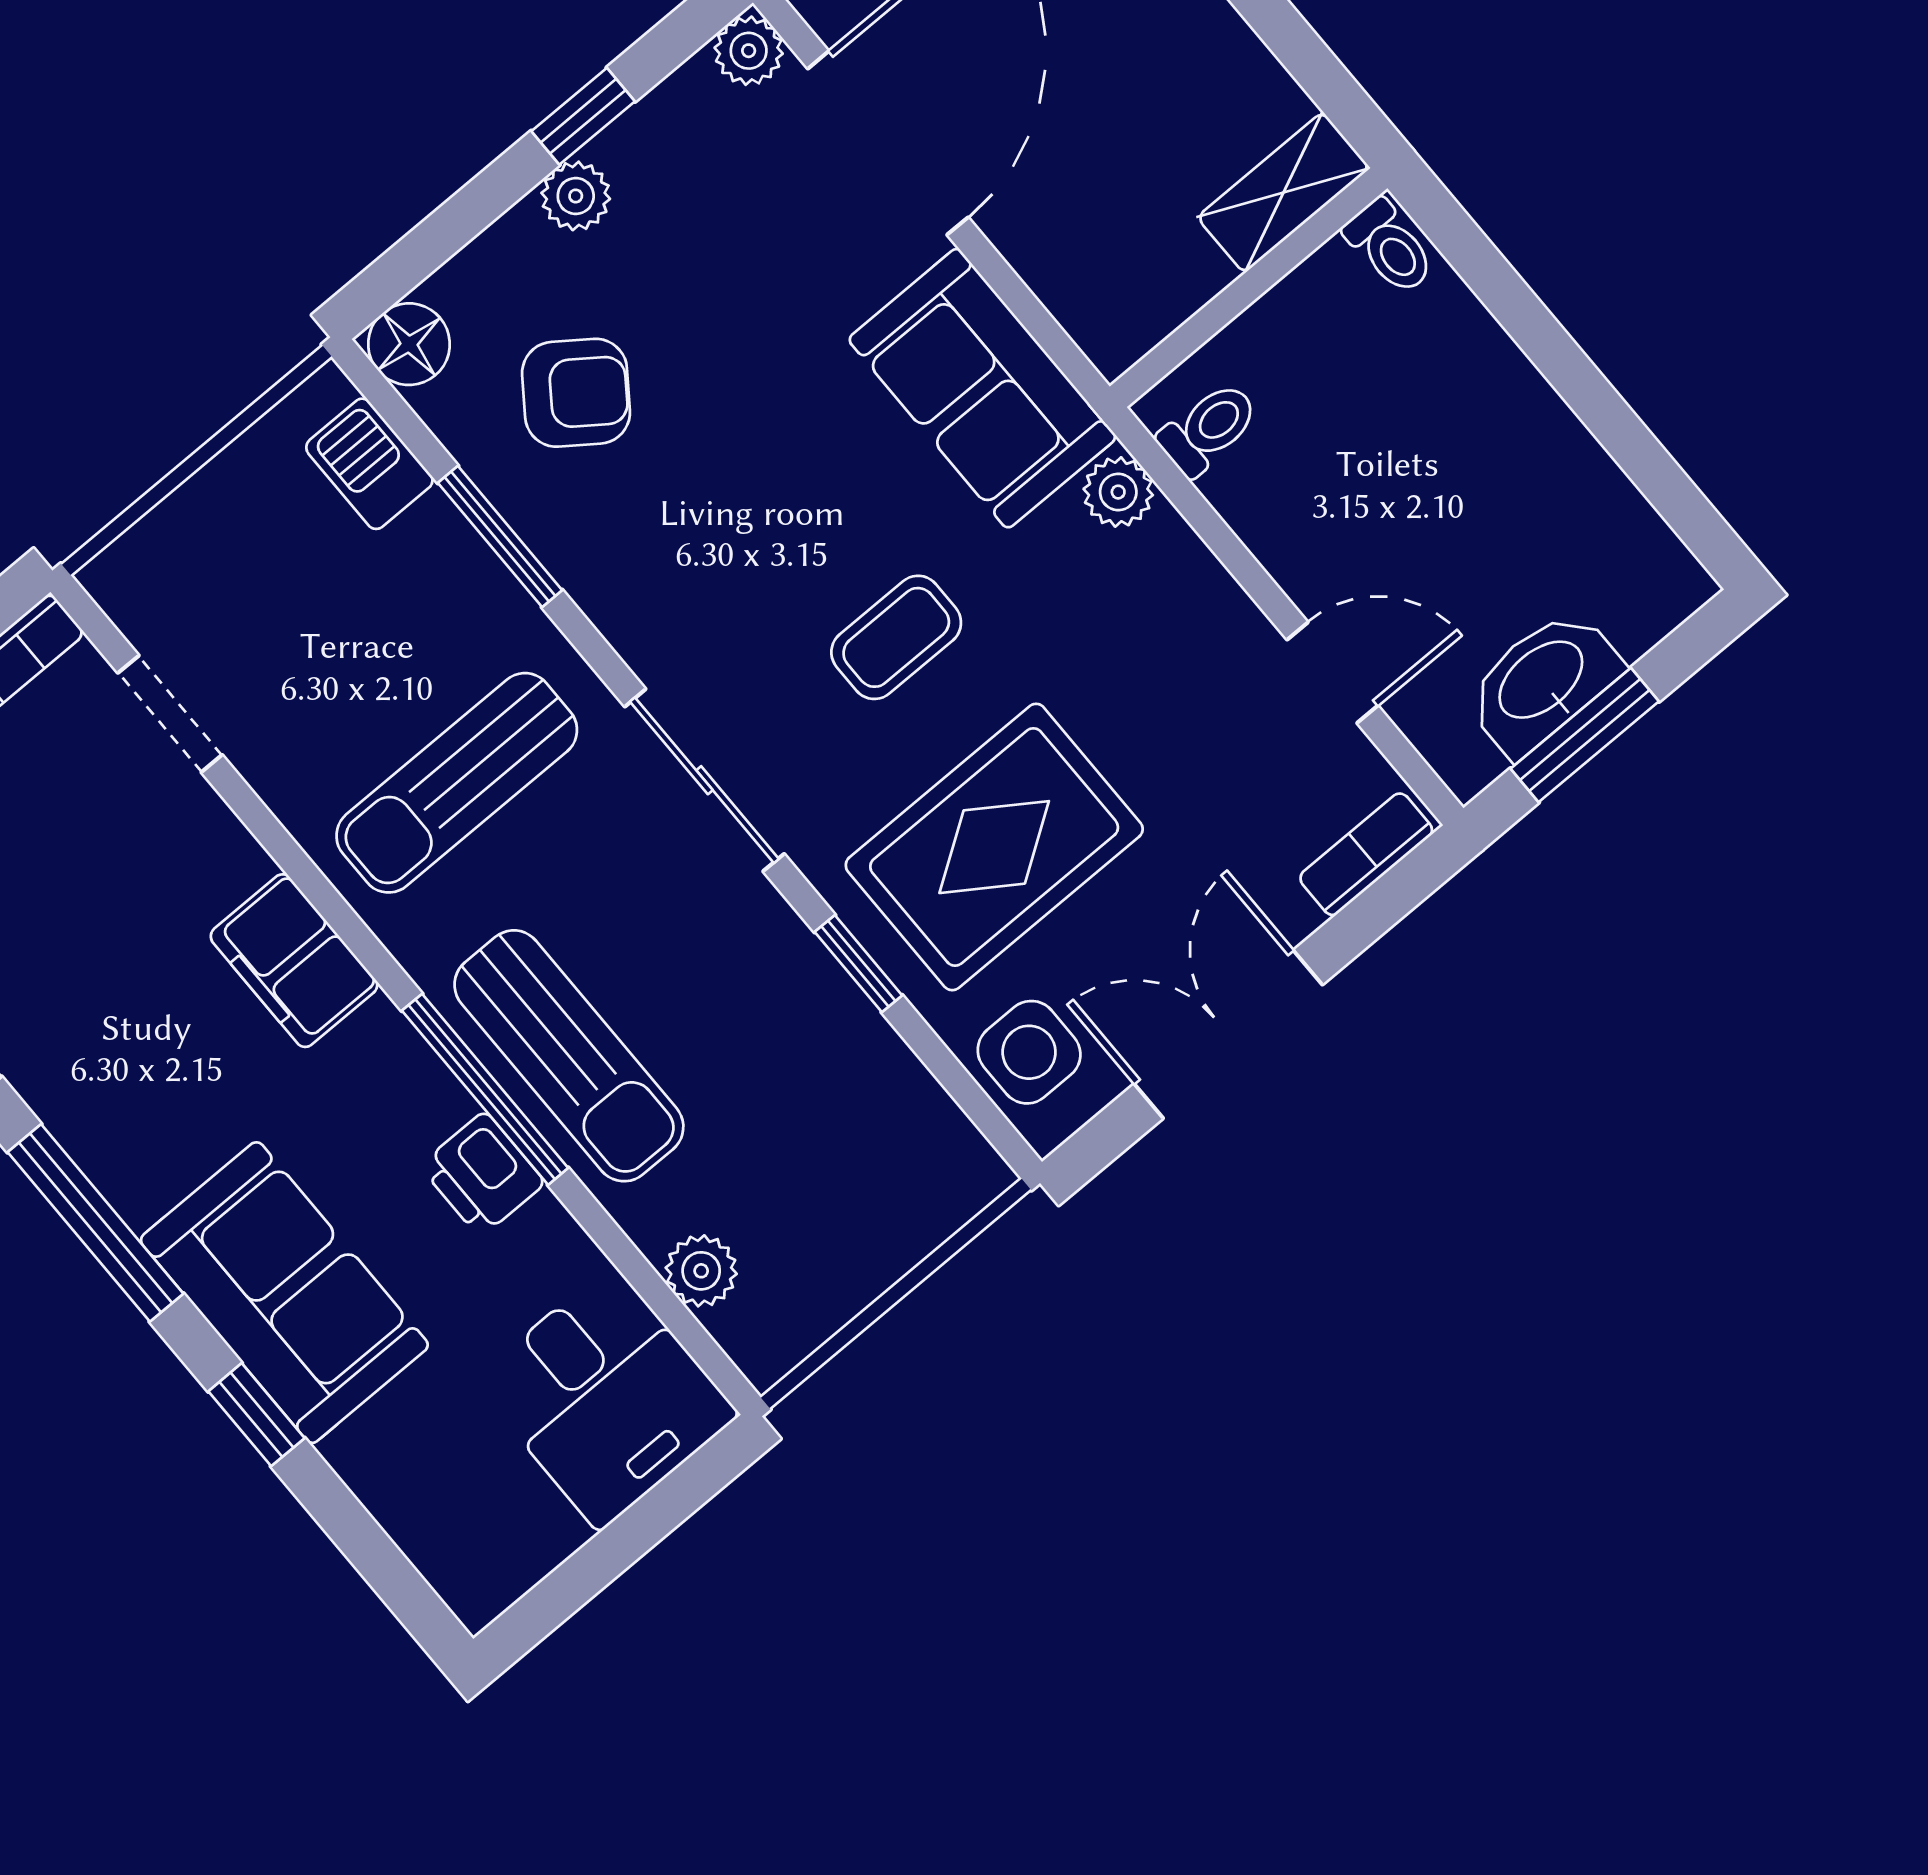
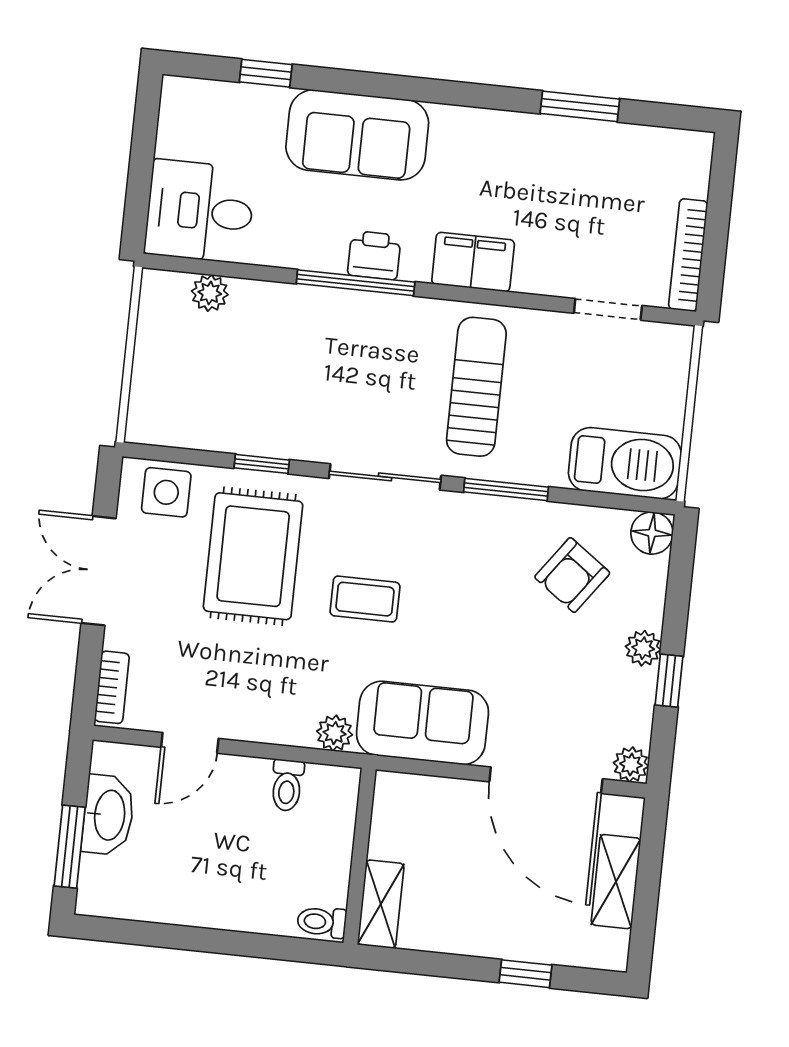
toilet: (1208, 429) -> (287, 785), moved
barbecue: (369, 464) -> (625, 463), width x1.88, depth x1.53
window: (500, 537) -> (506, 490), moved
coffee table: (896, 637) -> (365, 599), turned 90
window: (1585, 735) -> (70, 847), moved
double door: (1228, 1034) -> (99, 571), swing flipped
sun lounger: (569, 1056) -> (336, 325), removed
printer: (482, 1174) -> (374, 255), moved
window: (95, 1223) -> (453, 93), removed
window: (256, 1415) -> (266, 73), moved

